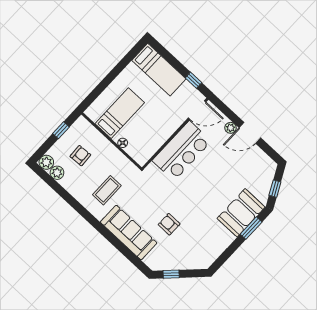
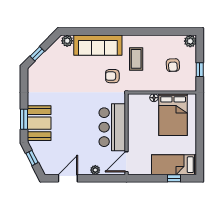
window: (193, 80) -> (174, 178), moved
bed: (120, 113) -> (173, 115), width x1.50
door: (250, 133) -> (68, 178), moved
plant: (57, 173) -> (67, 41), moved
armchair: (169, 224) -> (112, 76), moved, turned 180
window: (171, 274) -> (37, 54), moved

